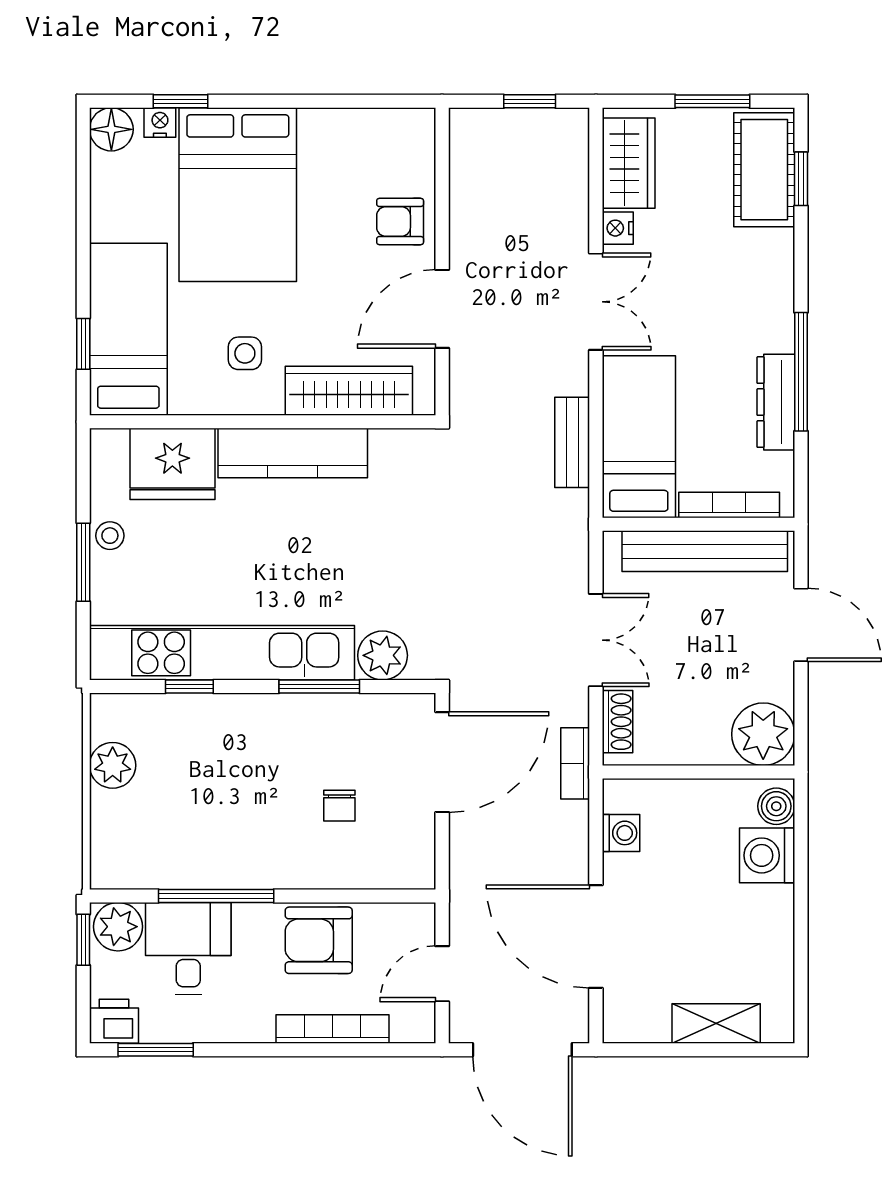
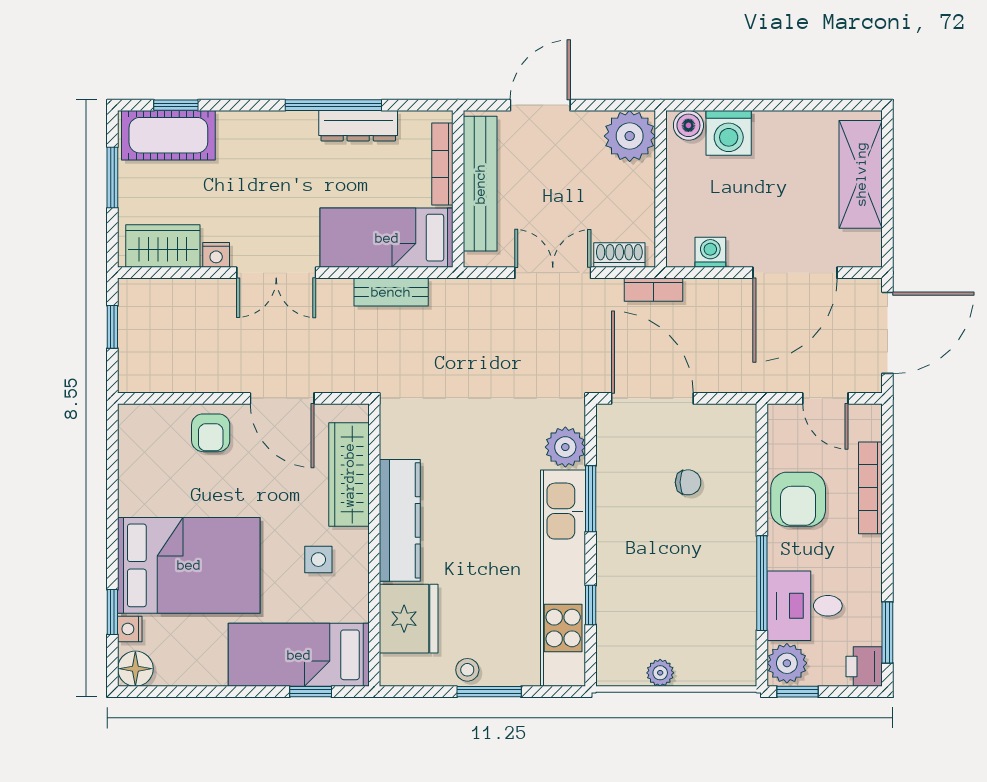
double door: (596, 302) -> (276, 273), swing flipped
plant: (113, 765) -> (660, 673), width x0.73, depth x0.73
shelving: (716, 1024) -> (861, 174), width x1.50, depth x1.33

